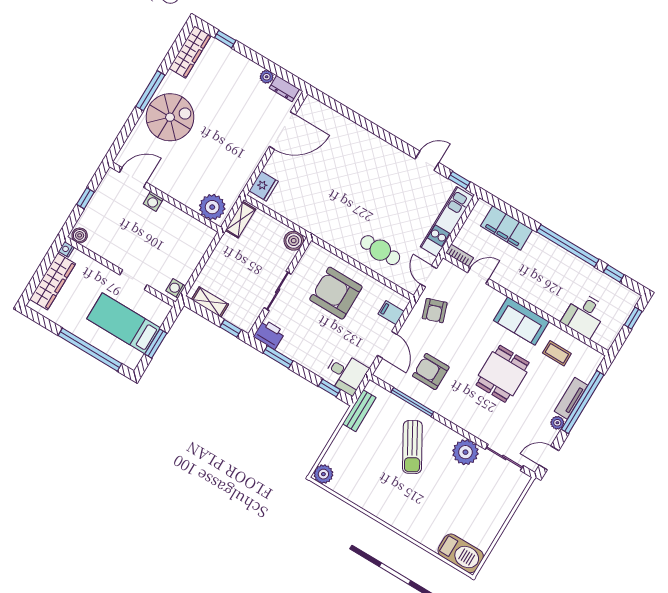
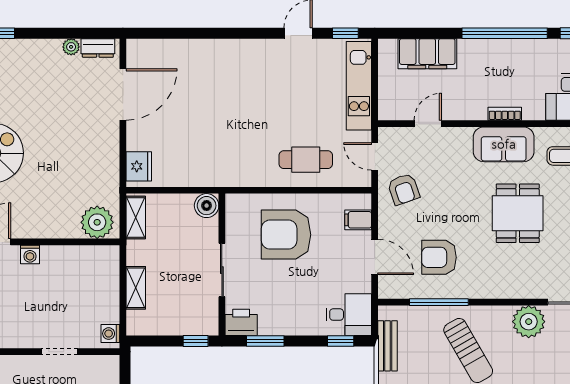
bookcase: (460, 255) -> (505, 114), moved
shelving: (210, 302) -> (136, 288), moved, turned 90

